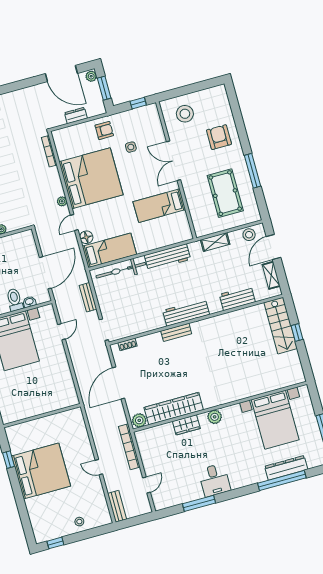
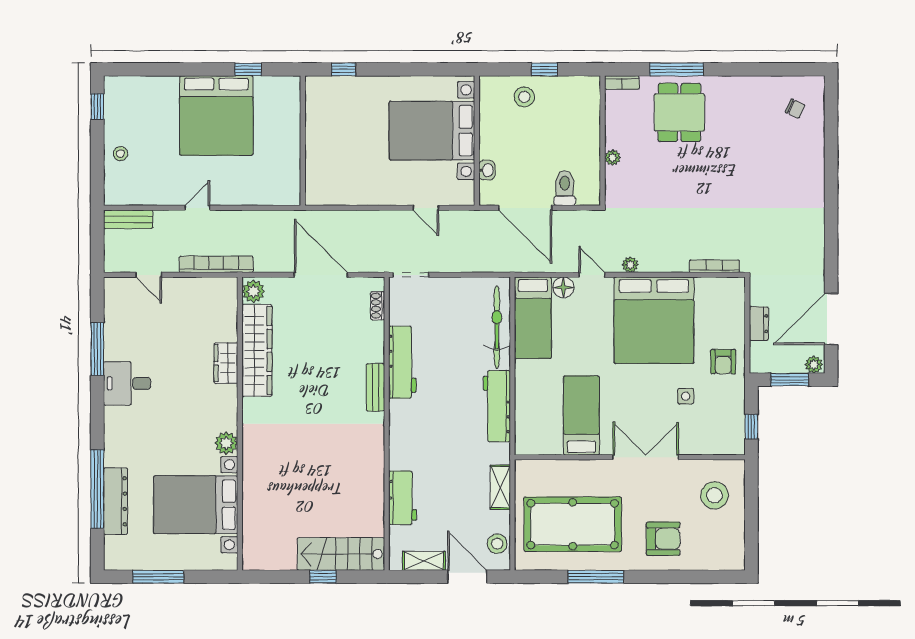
pool table: (225, 193) -> (573, 524), width x1.36, depth x1.32
bench: (88, 297) -> (469, 264), removed
toilet: (15, 300) -> (565, 188), moved, turned -90
workbench: (186, 312) -> (402, 362), moved
plant: (215, 417) -> (226, 443), moved

